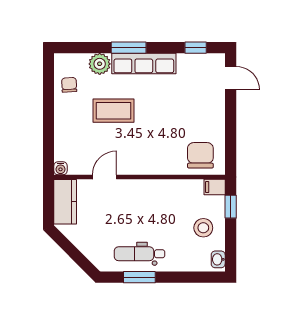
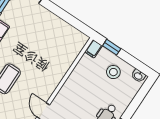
chair: (200, 155) -> (69, 45), removed

